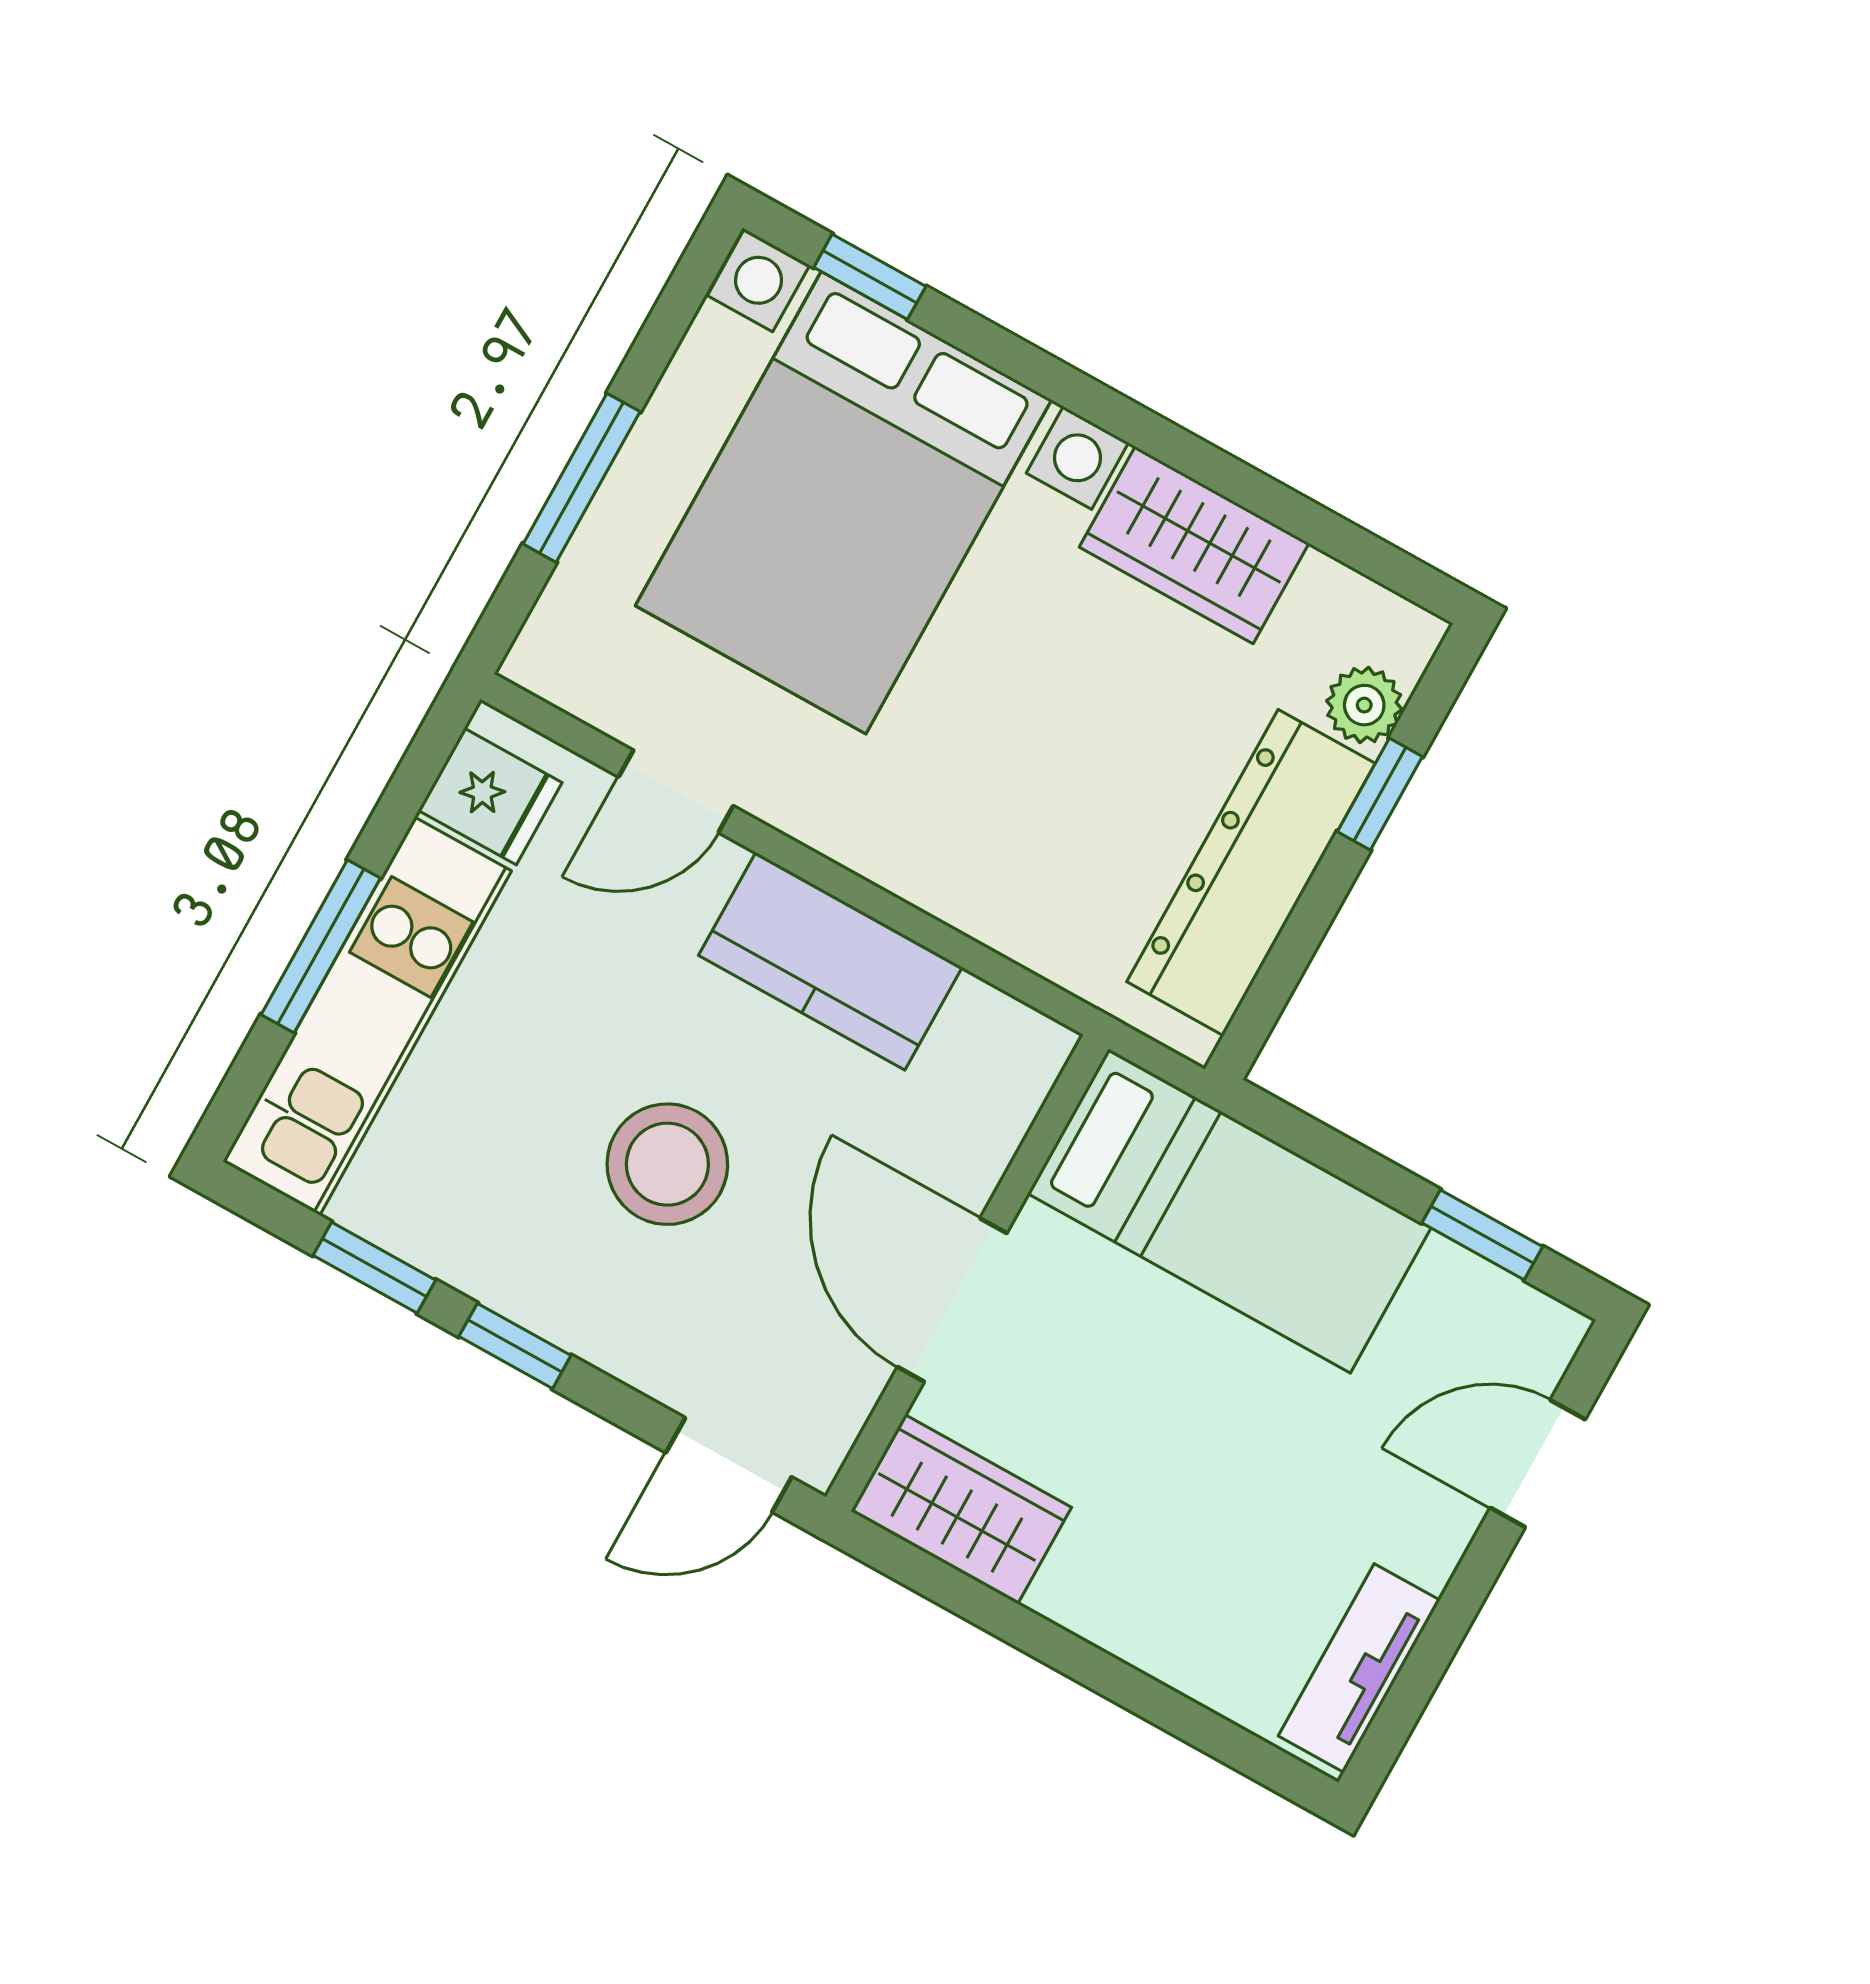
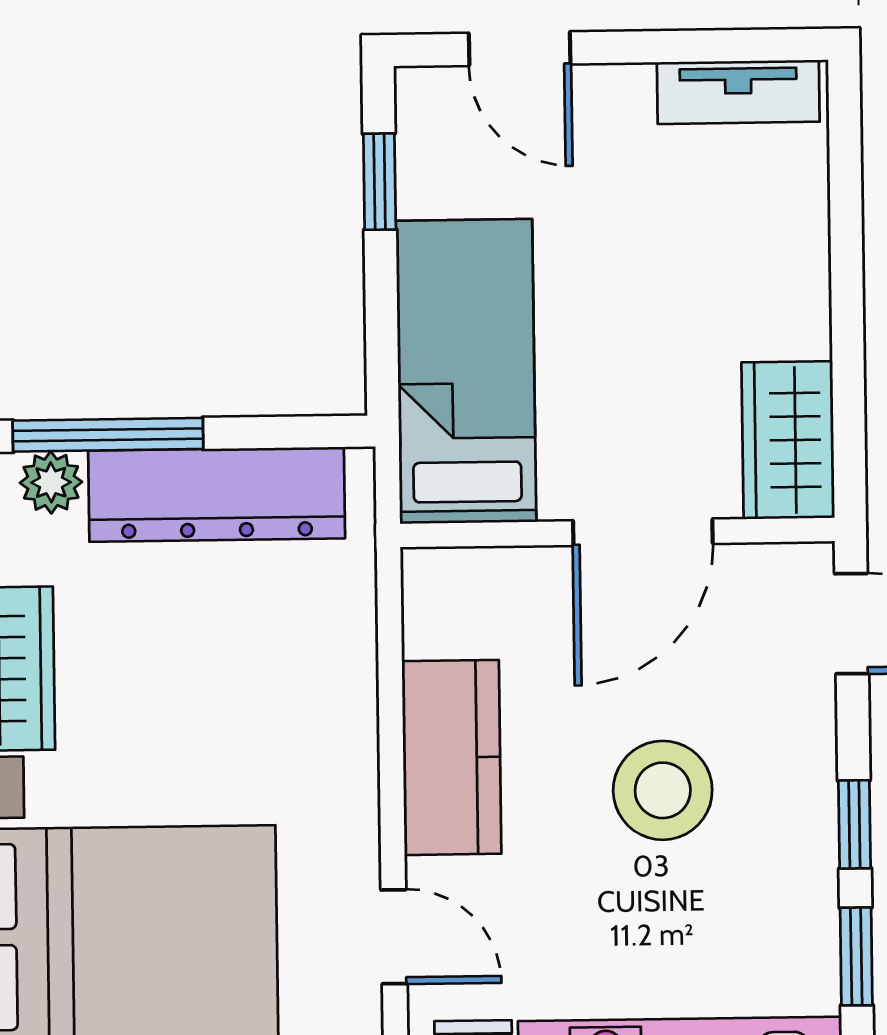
window: (1380, 794) -> (108, 435), width x2.17

